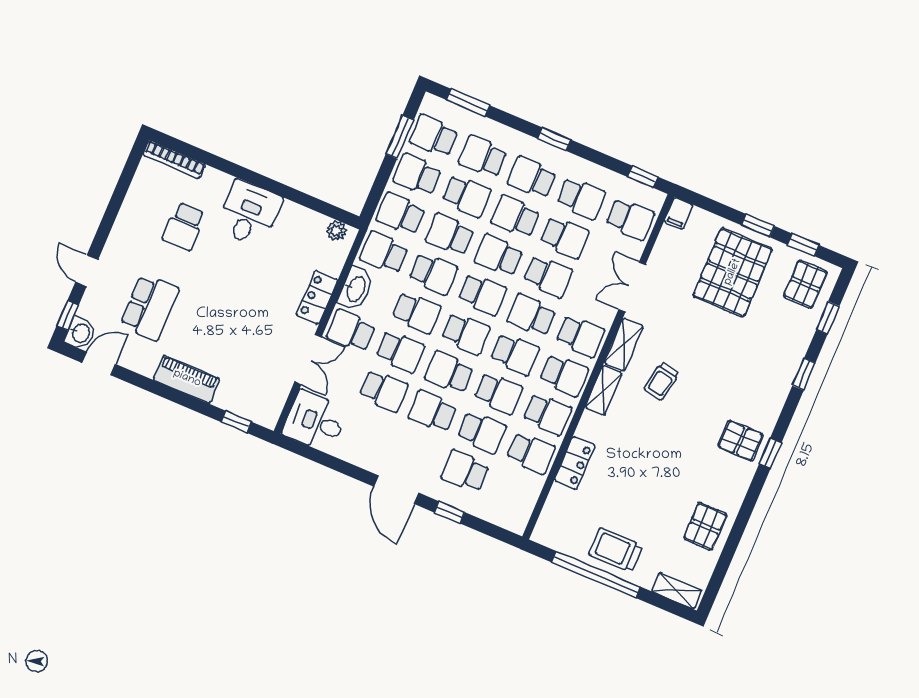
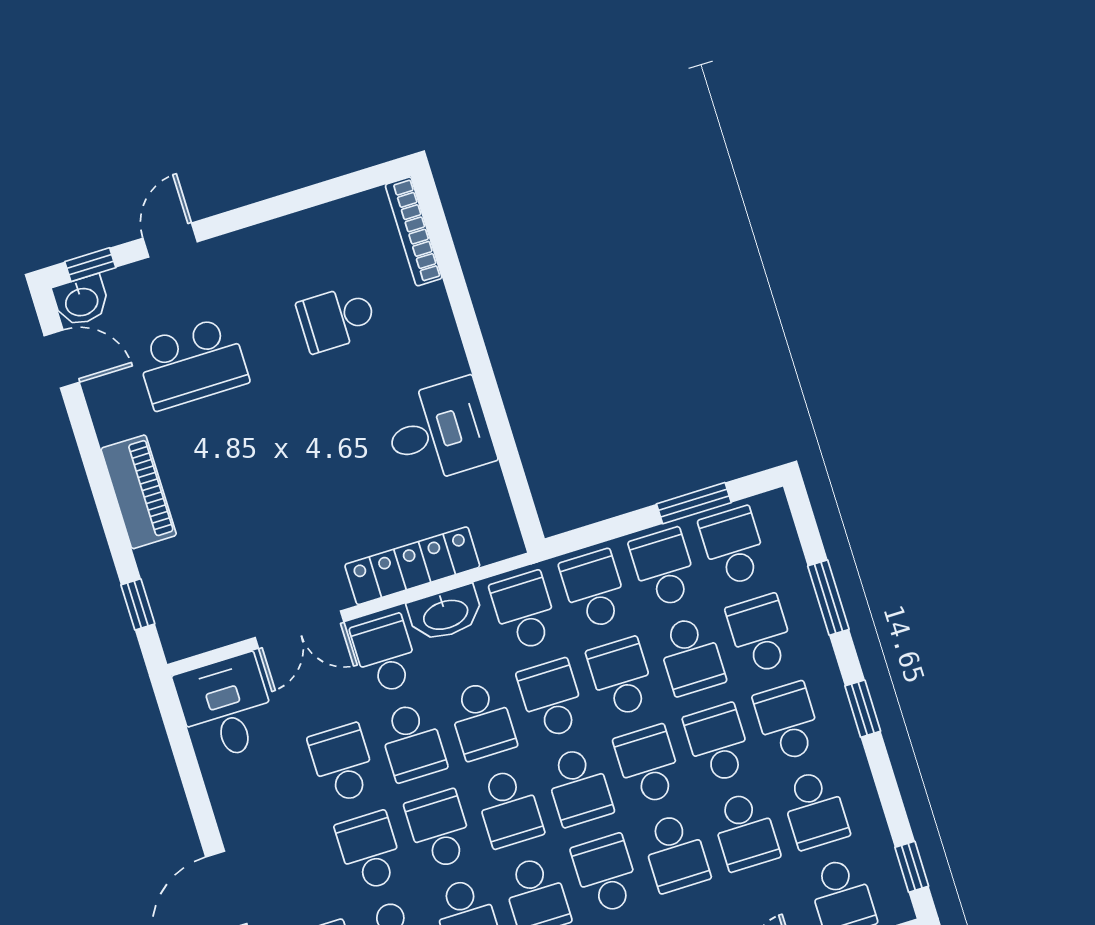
window: (468, 103) -> (828, 598), moved
desk: (249, 213) -> (439, 431), moved
plant: (336, 231) -> (501, 524), removed
school desk: (433, 274) -> (552, 699), turned 180
locker: (317, 297) -> (412, 566), width x1.53
school desk: (384, 391) -> (343, 763), turned 180

